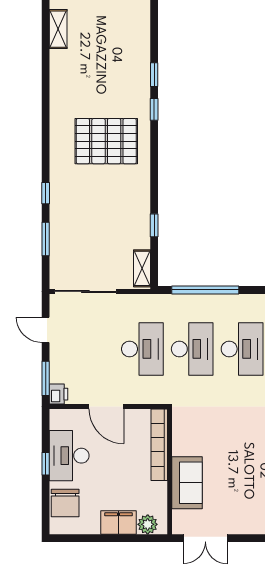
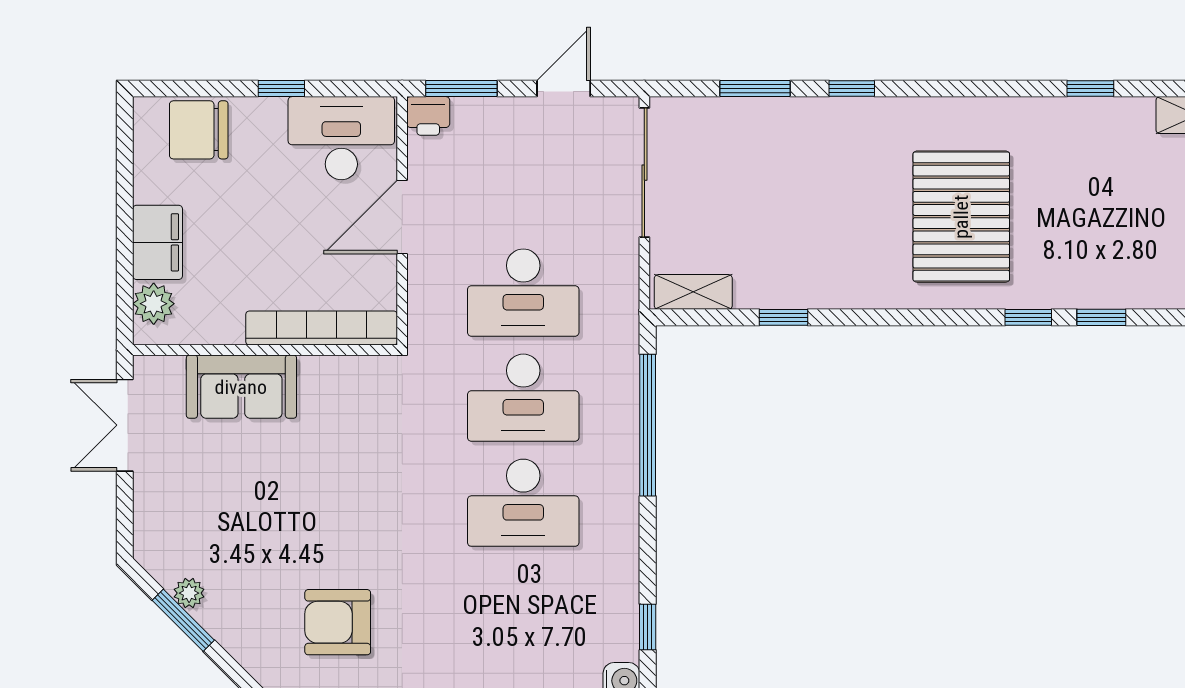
window: (46, 80) -> (1090, 89), added
desk: (69, 456) -> (341, 138), moved

